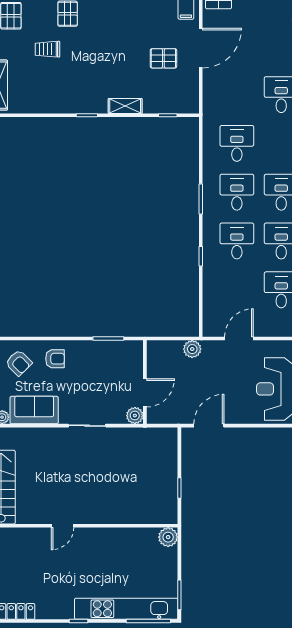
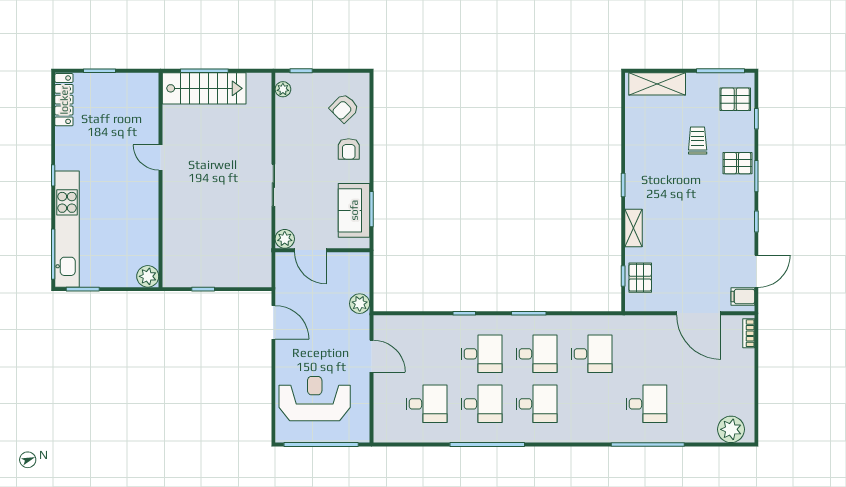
pallet: (163, 58) -> (640, 278), moved
sofa: (34, 410) -> (354, 210), moved, turned 180

